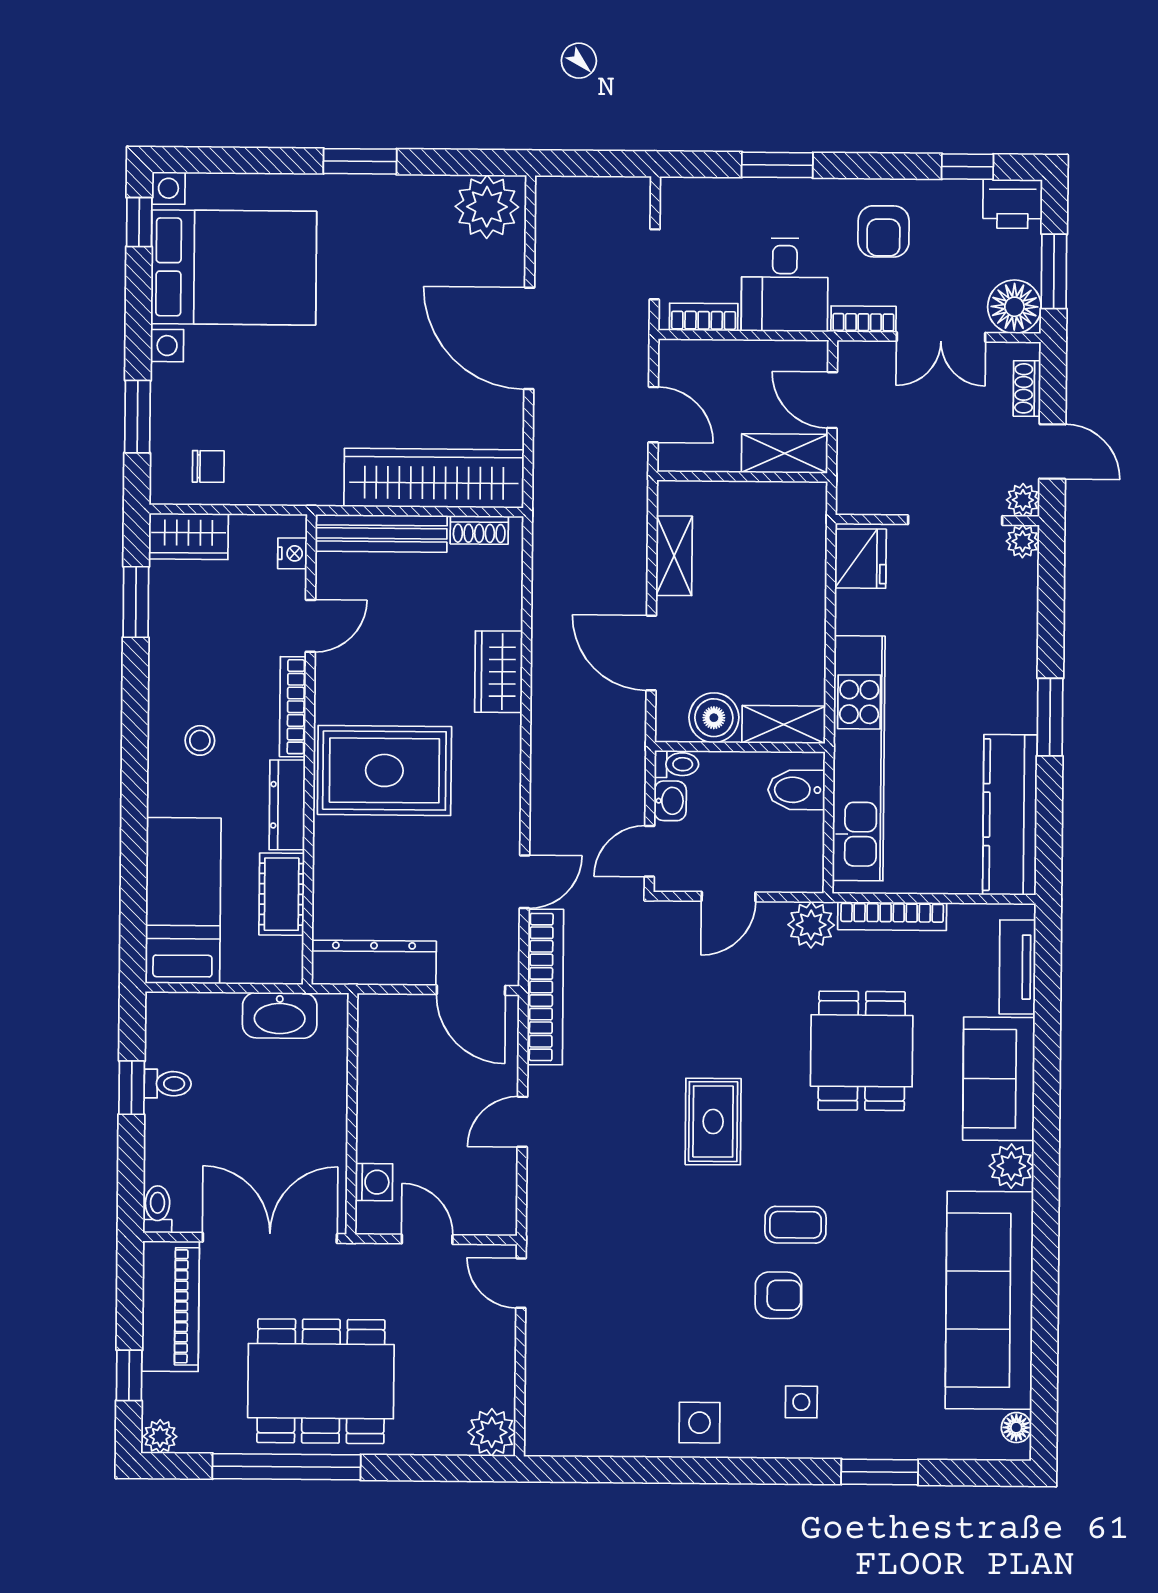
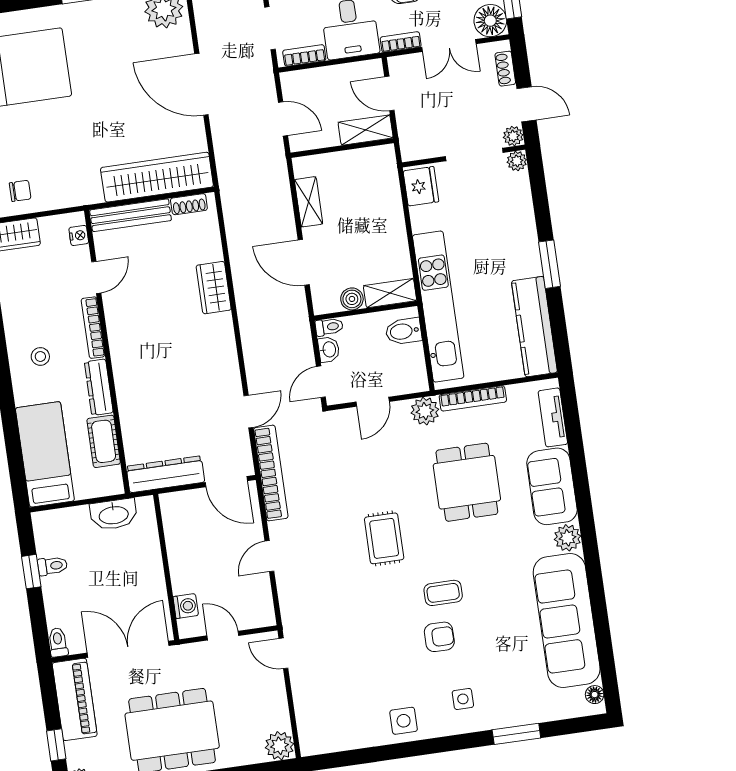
boiler: (714, 718) -> (352, 299), width x0.73, depth x0.73
rug: (384, 770) -> (154, 358), removed

